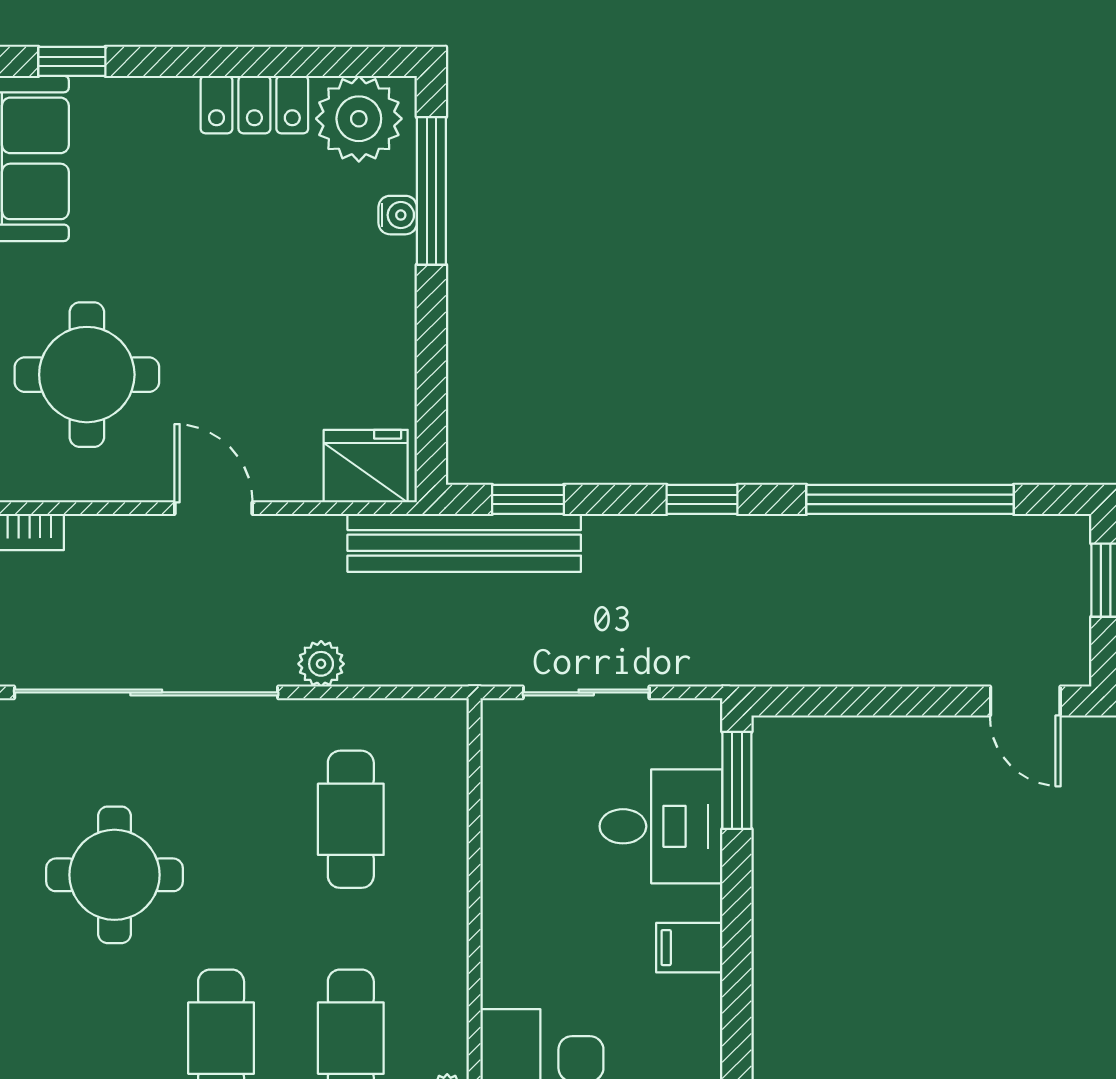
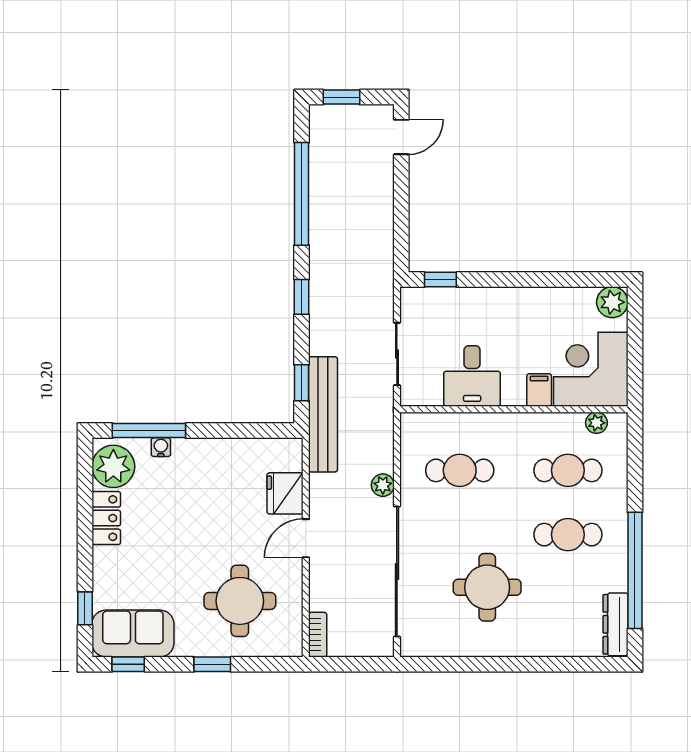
fridge: (366, 466) -> (285, 493), moved
window: (737, 780) -> (440, 280), width x0.67
desk: (661, 826) -> (472, 376), moved, turned 180
filing cabinet: (689, 948) -> (539, 390), moved, turned 180

